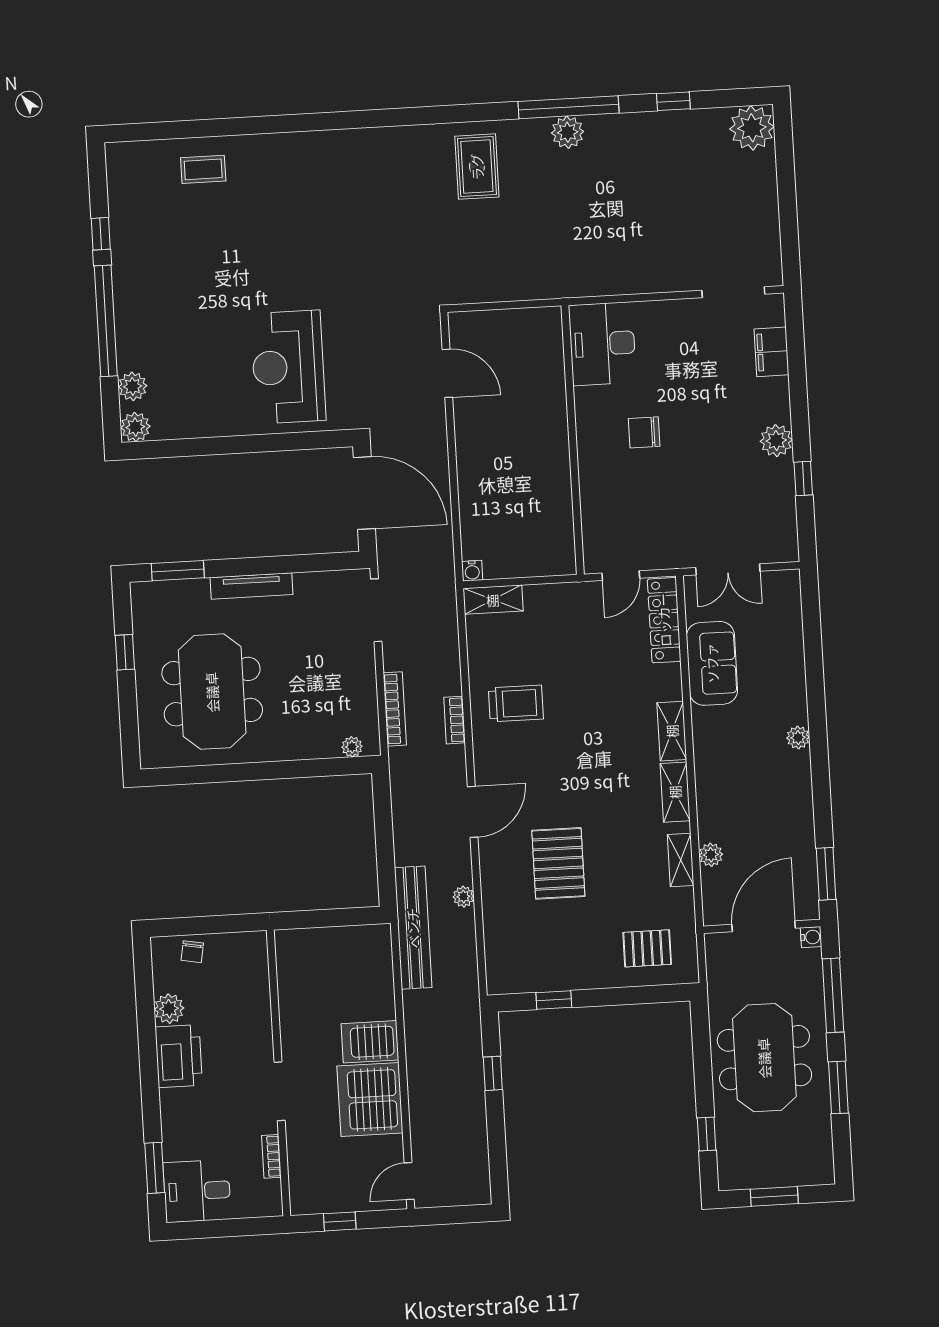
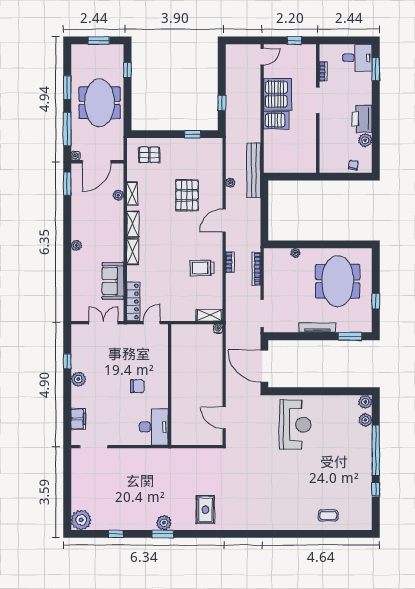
window: (568, 107) -> (163, 534), width x0.47
plant: (352, 747) -> (295, 253), moved

